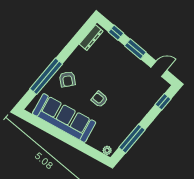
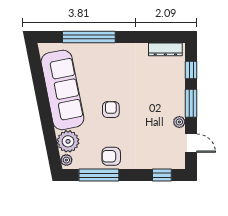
plant: (141, 65) -> (179, 122), added
armchair: (67, 79) -> (111, 156), moved, turned 50
plant: (97, 140) -> (68, 141), added

